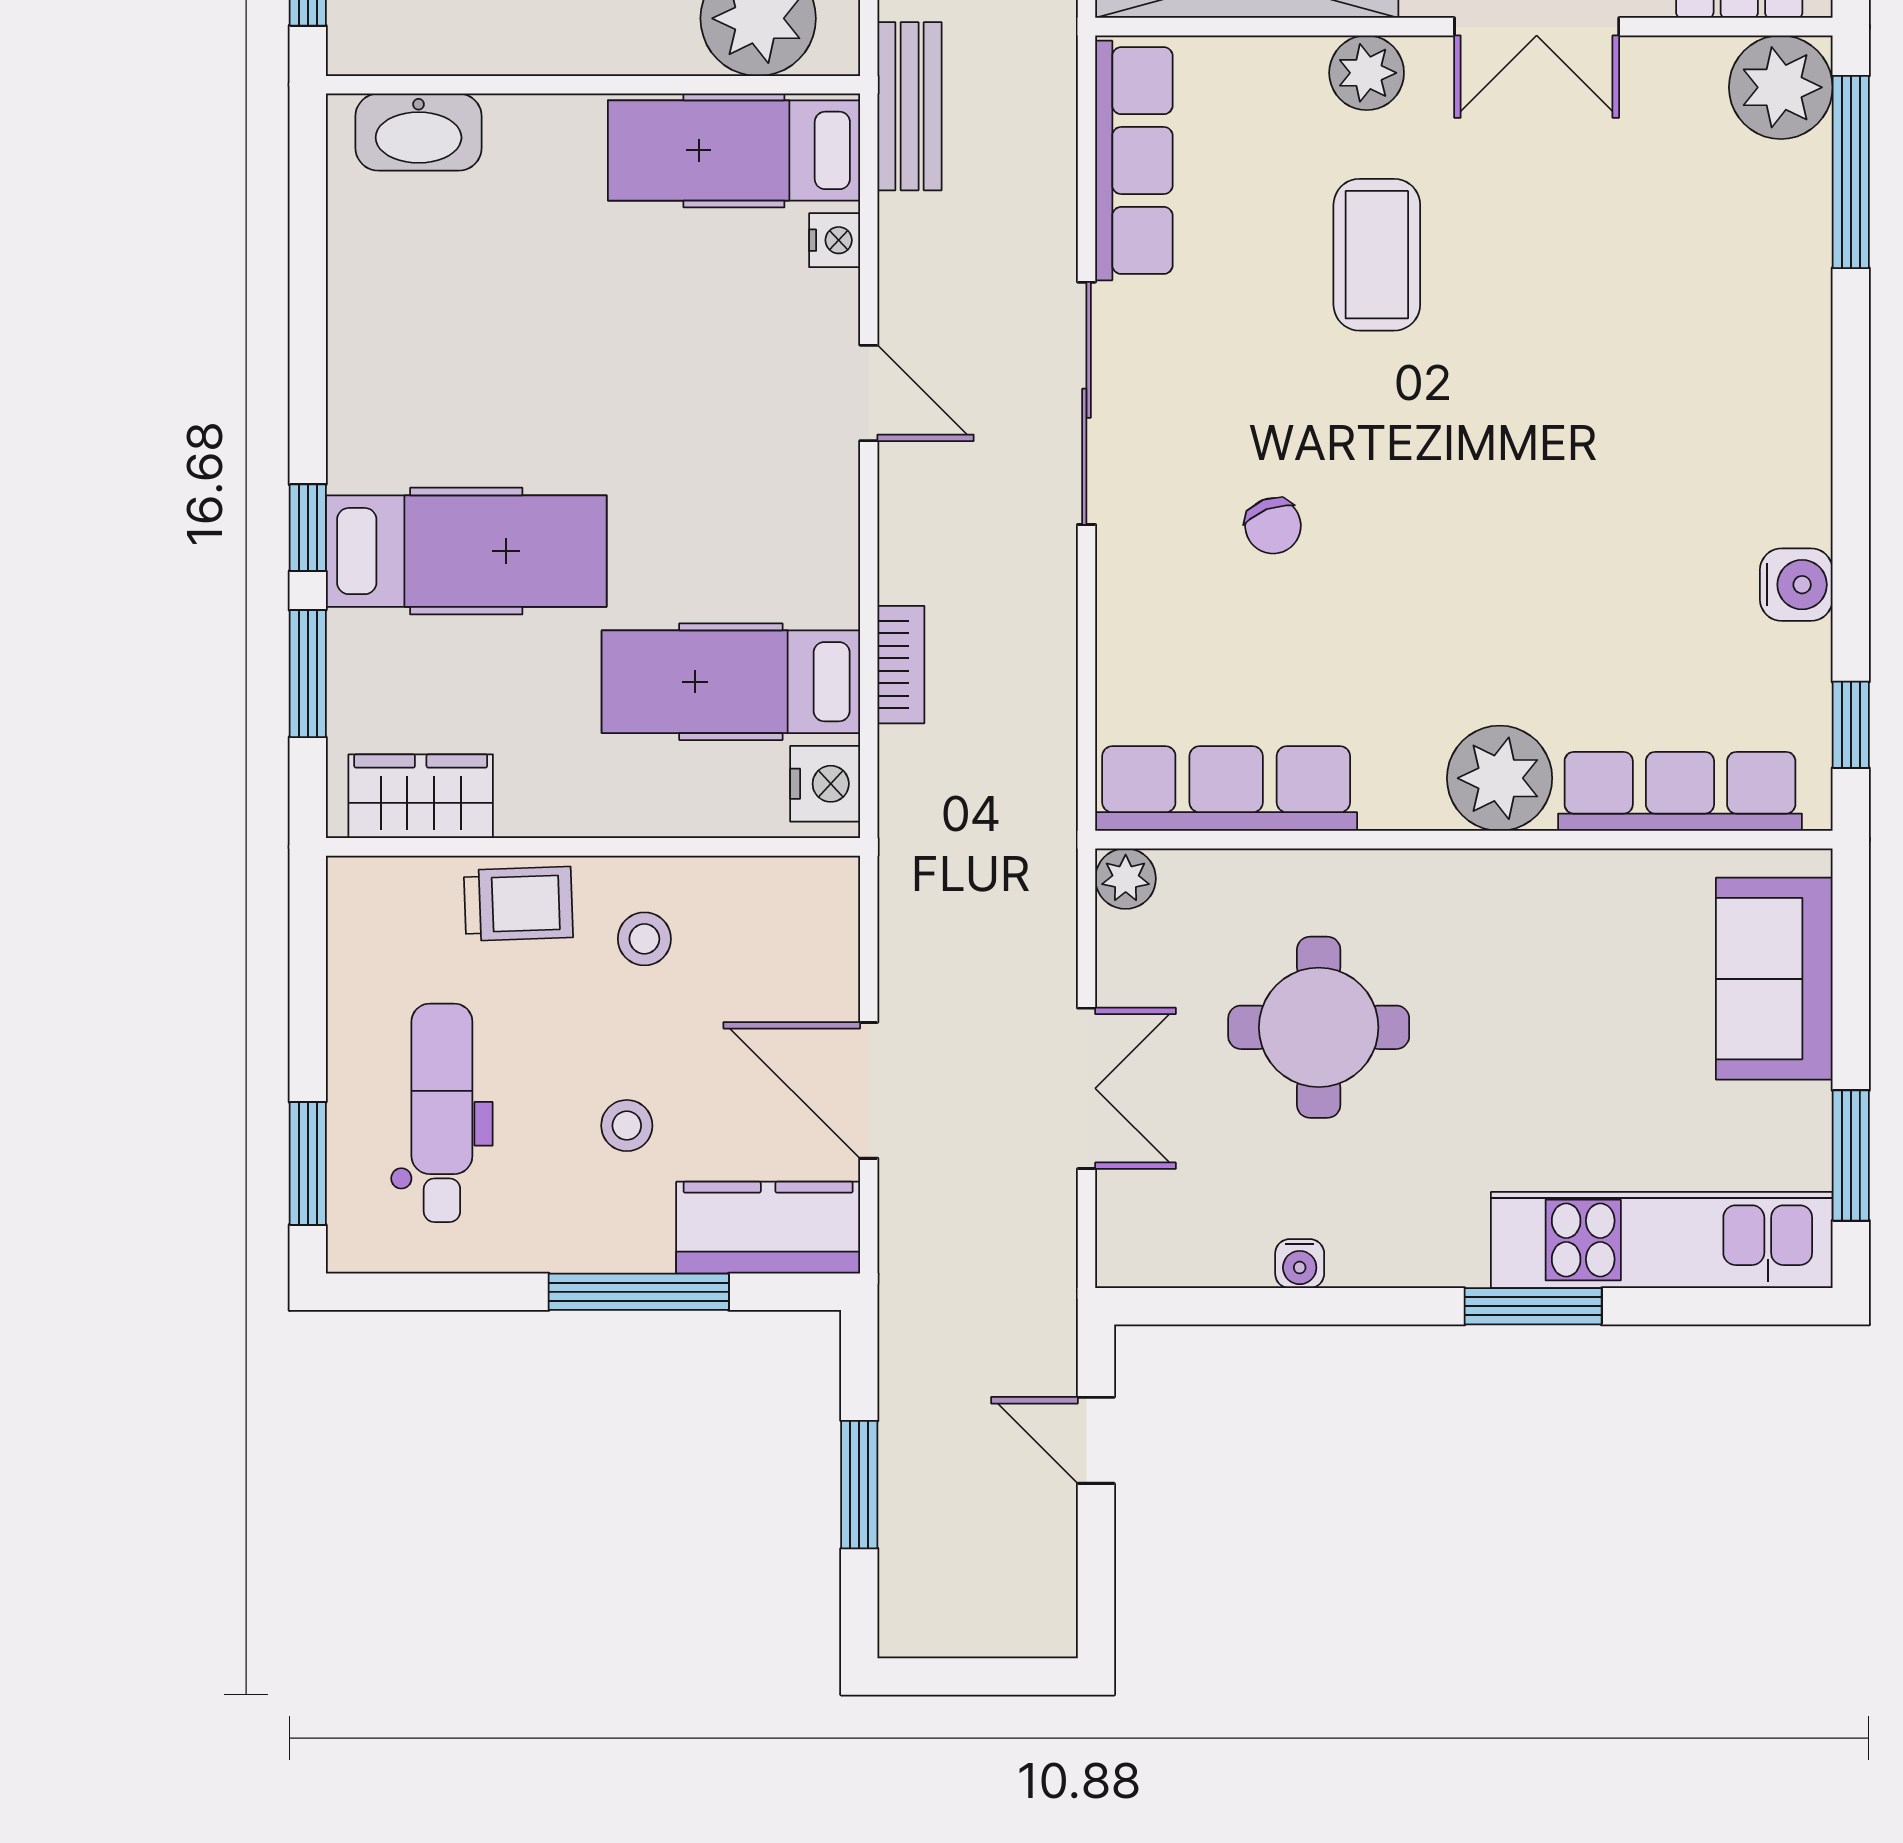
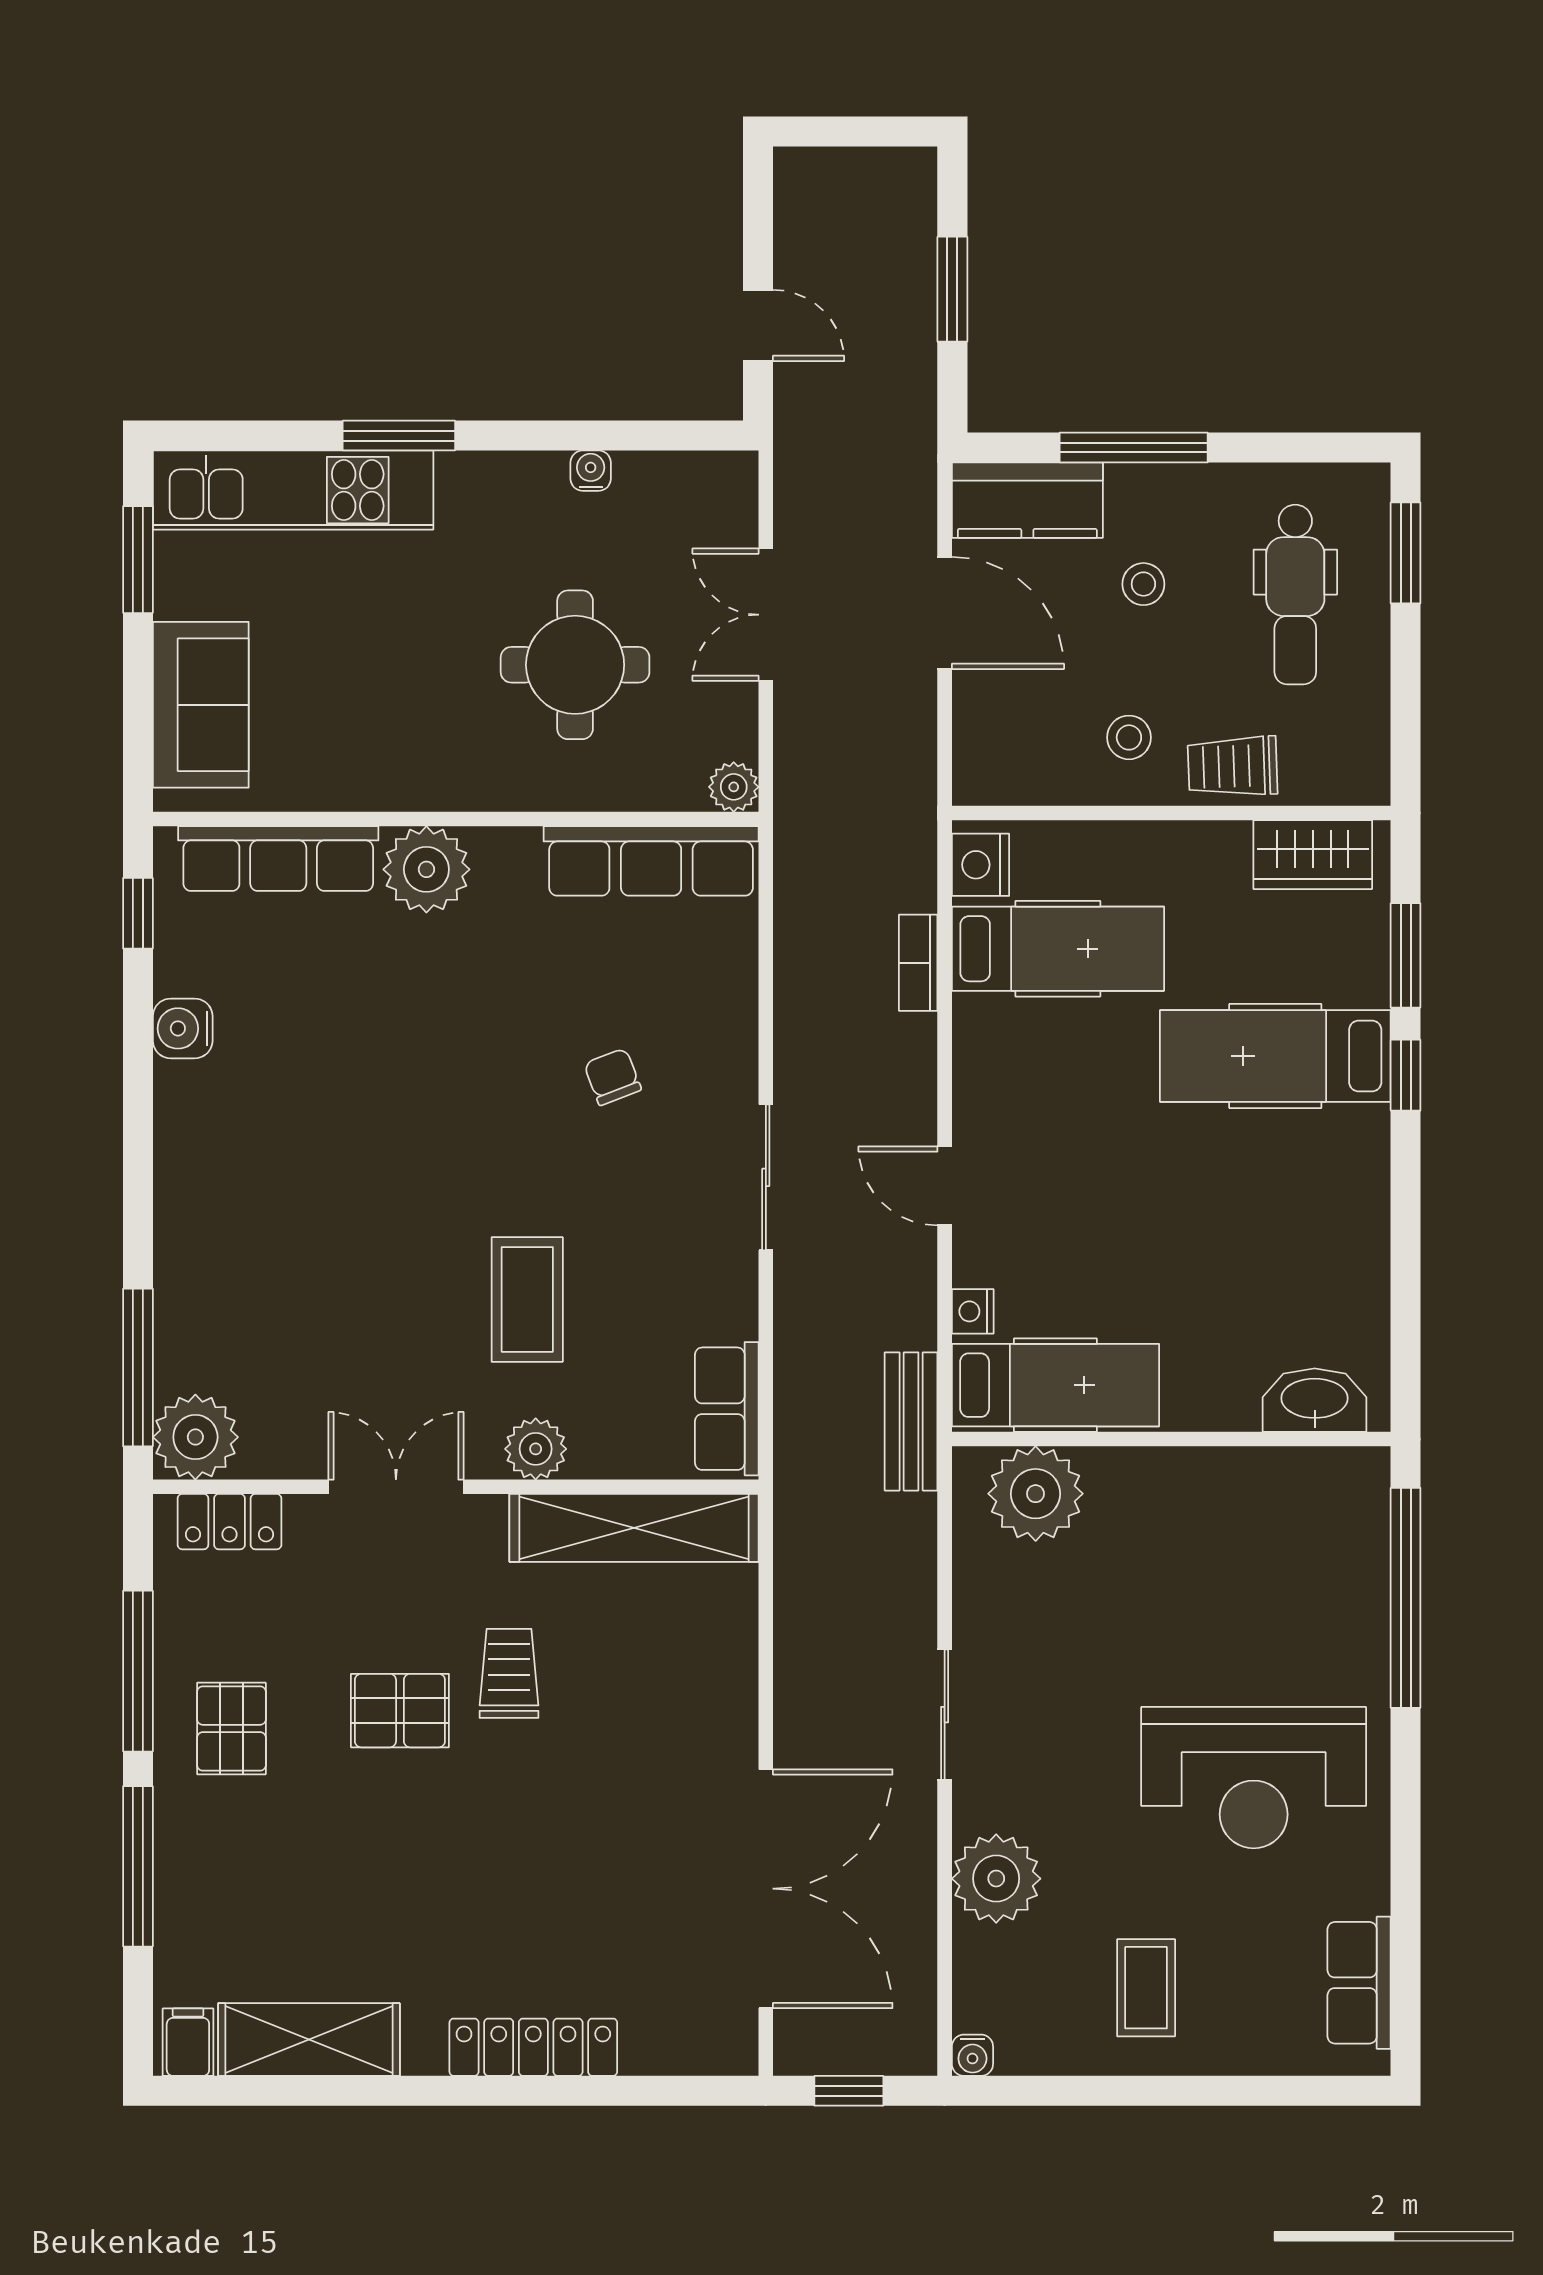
row of seats: (1134, 161) -> (727, 1409), width x0.68
sliding door: (1086, 403) -> (766, 1177), width x0.73

